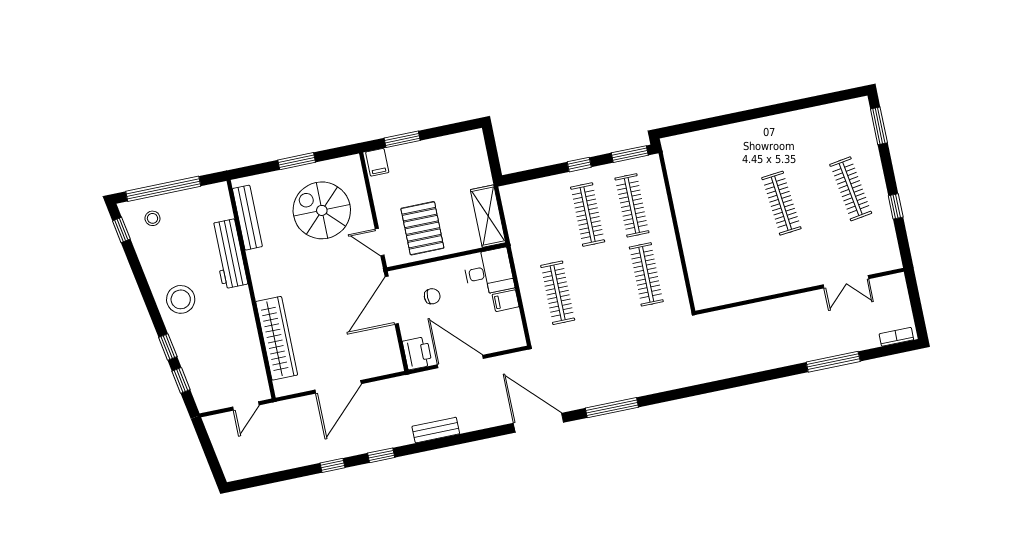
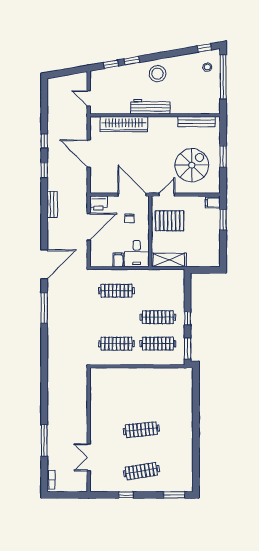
workbench: (229, 254) -> (150, 107), moved

